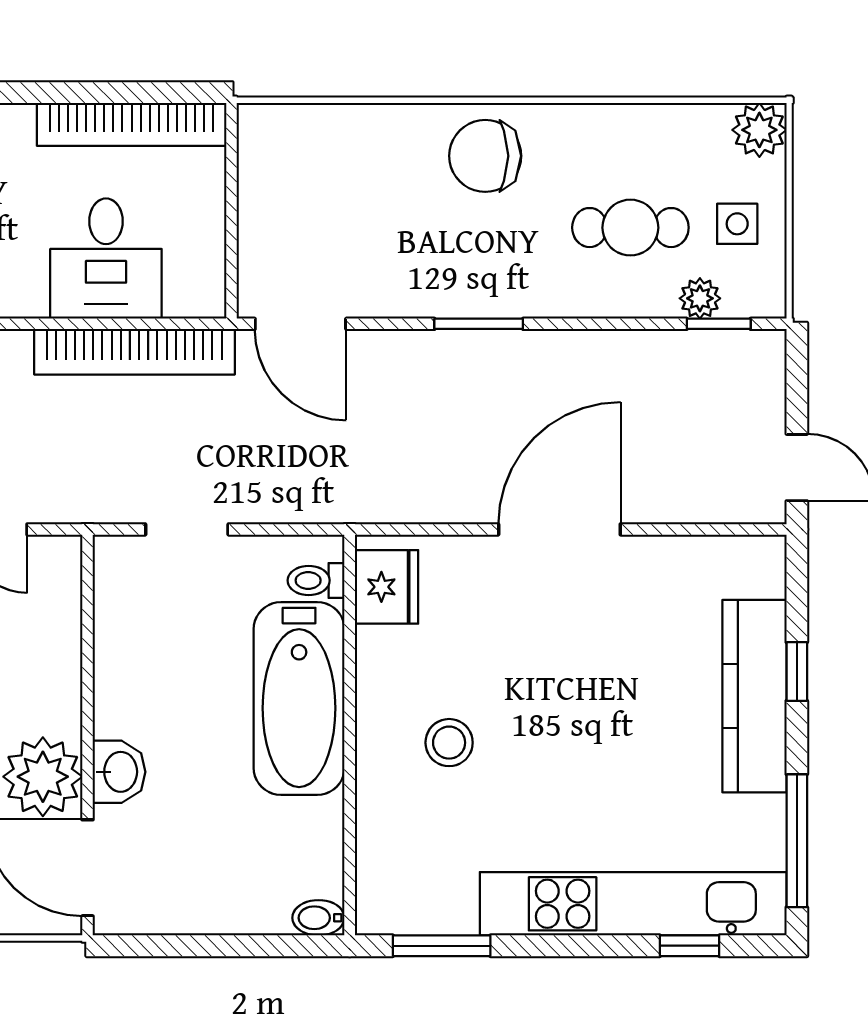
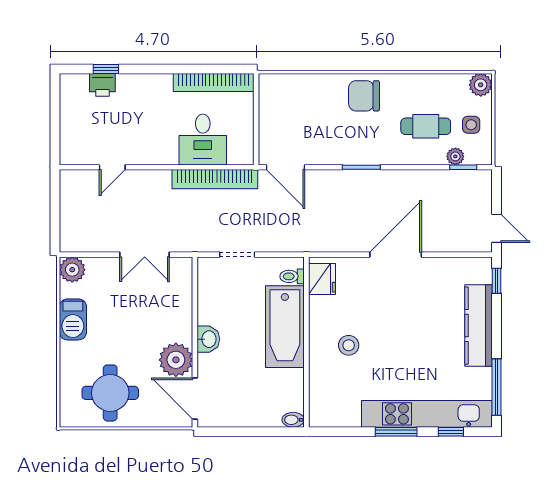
window: (797, 672) -> (496, 281), moved
washbasin: (119, 772) -> (208, 339), moved
window: (442, 946) -> (396, 432), moved

